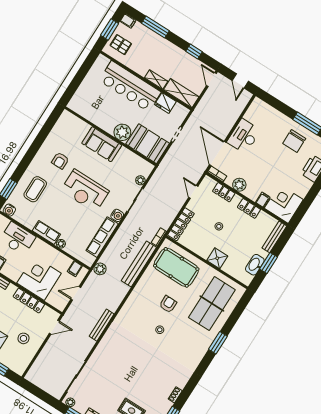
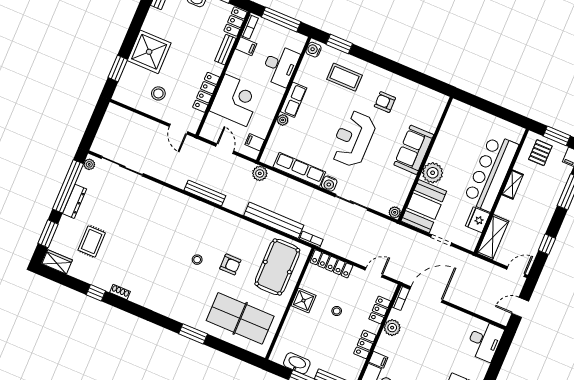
shelving: (156, 80) -> (513, 184), moved
desk: (244, 136) -> (484, 341), moved, turned 90
plant: (140, 180) -> (395, 212), moved
shower: (217, 258) -> (303, 301), moved
bench: (102, 325) -> (205, 193), moved

